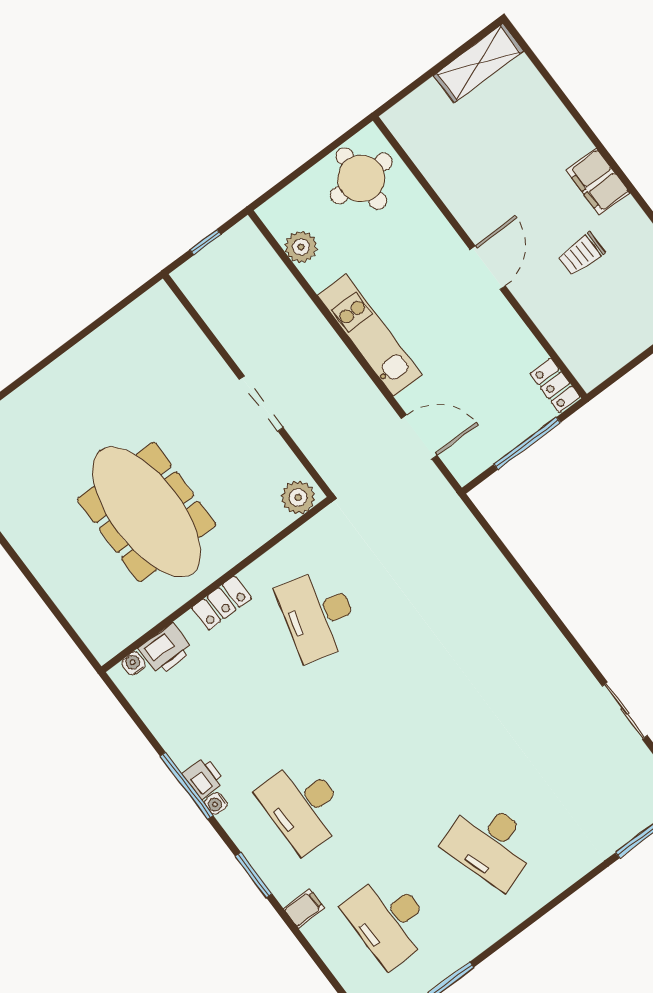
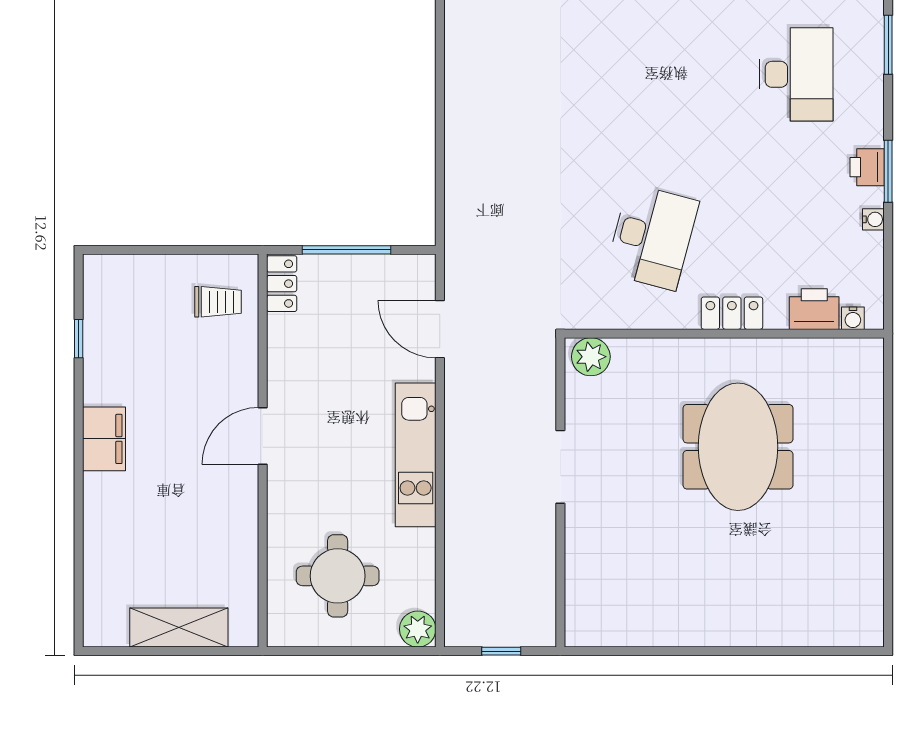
shelving: (478, 63) -> (179, 628), moved
round table: (361, 179) -> (338, 576), moved
plant: (301, 247) -> (418, 629), moved
trolley: (581, 254) -> (218, 302), moved
meeting table: (147, 512) -> (738, 447), width x0.73
window: (187, 786) -> (888, 171), width x0.69
water cooler: (216, 804) -> (873, 219), moved

